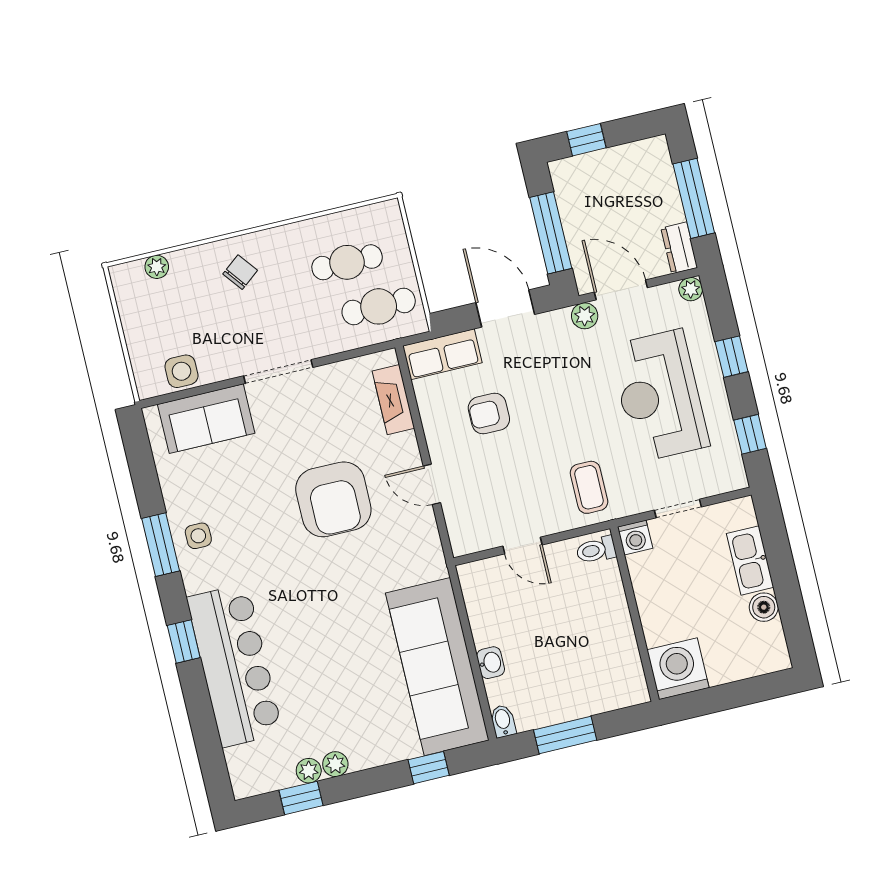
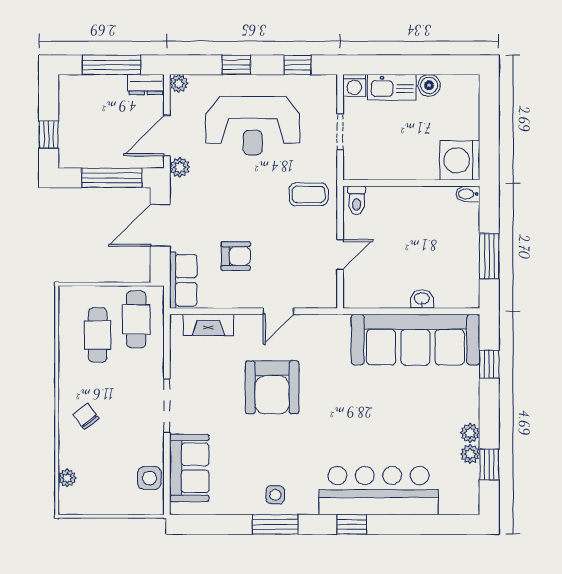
armchair: (489, 414) -> (236, 256), turned -90
armchair: (333, 499) -> (272, 387), turned 90
washing machine: (635, 538) -> (354, 86), moved, turned 90
bidet: (503, 721) -> (468, 194), moved

